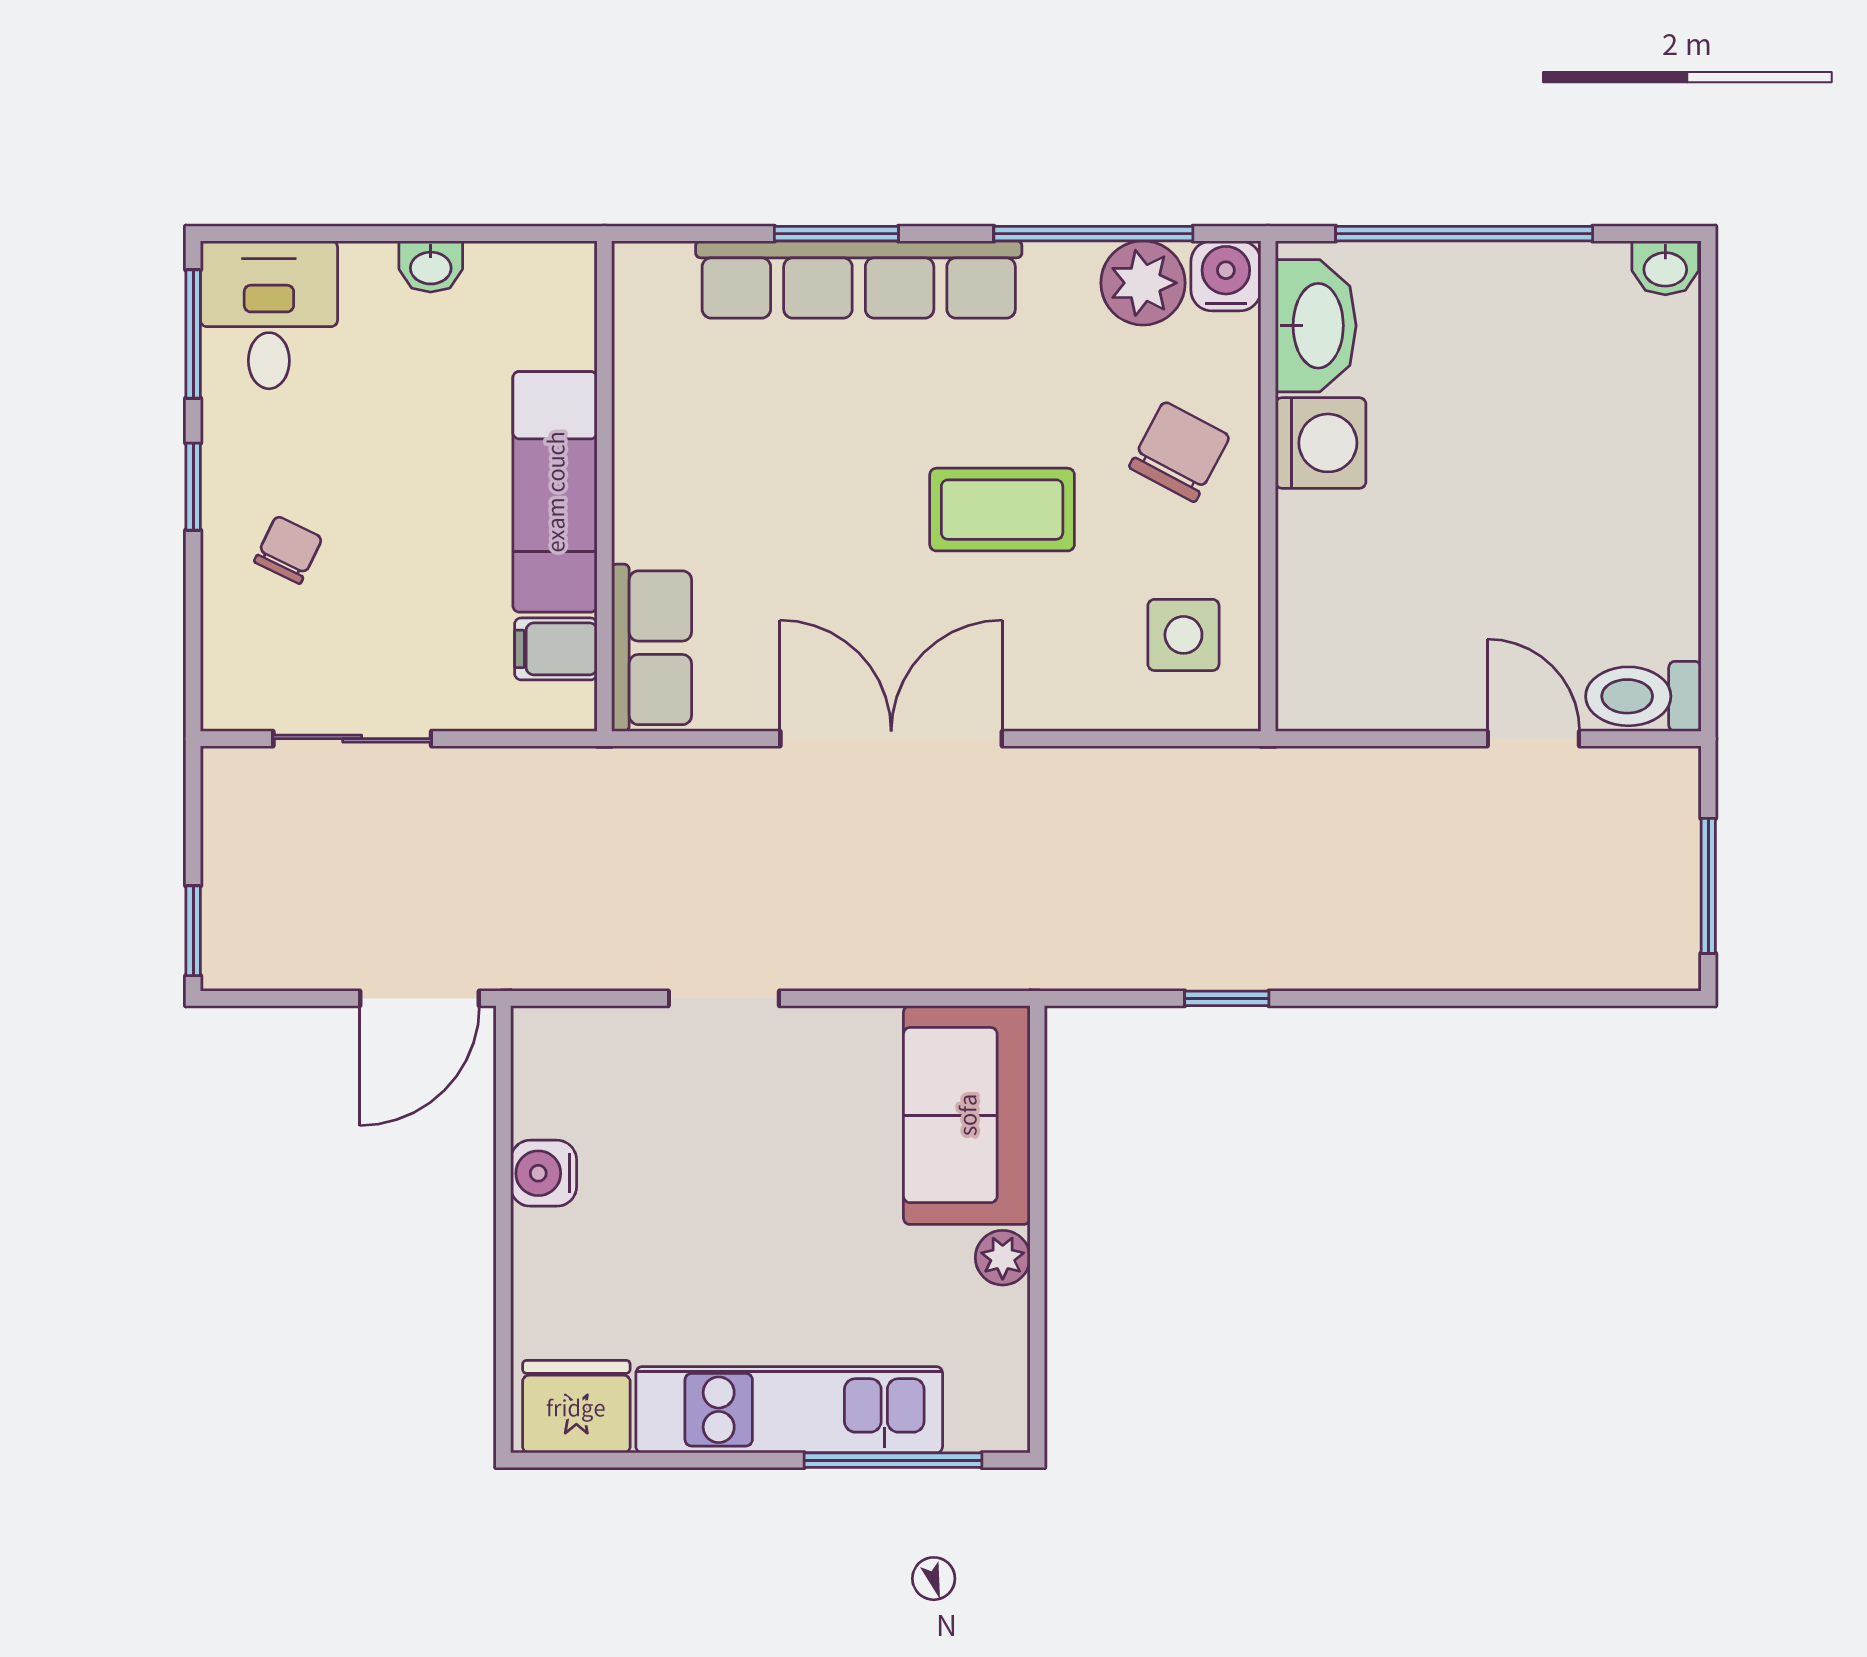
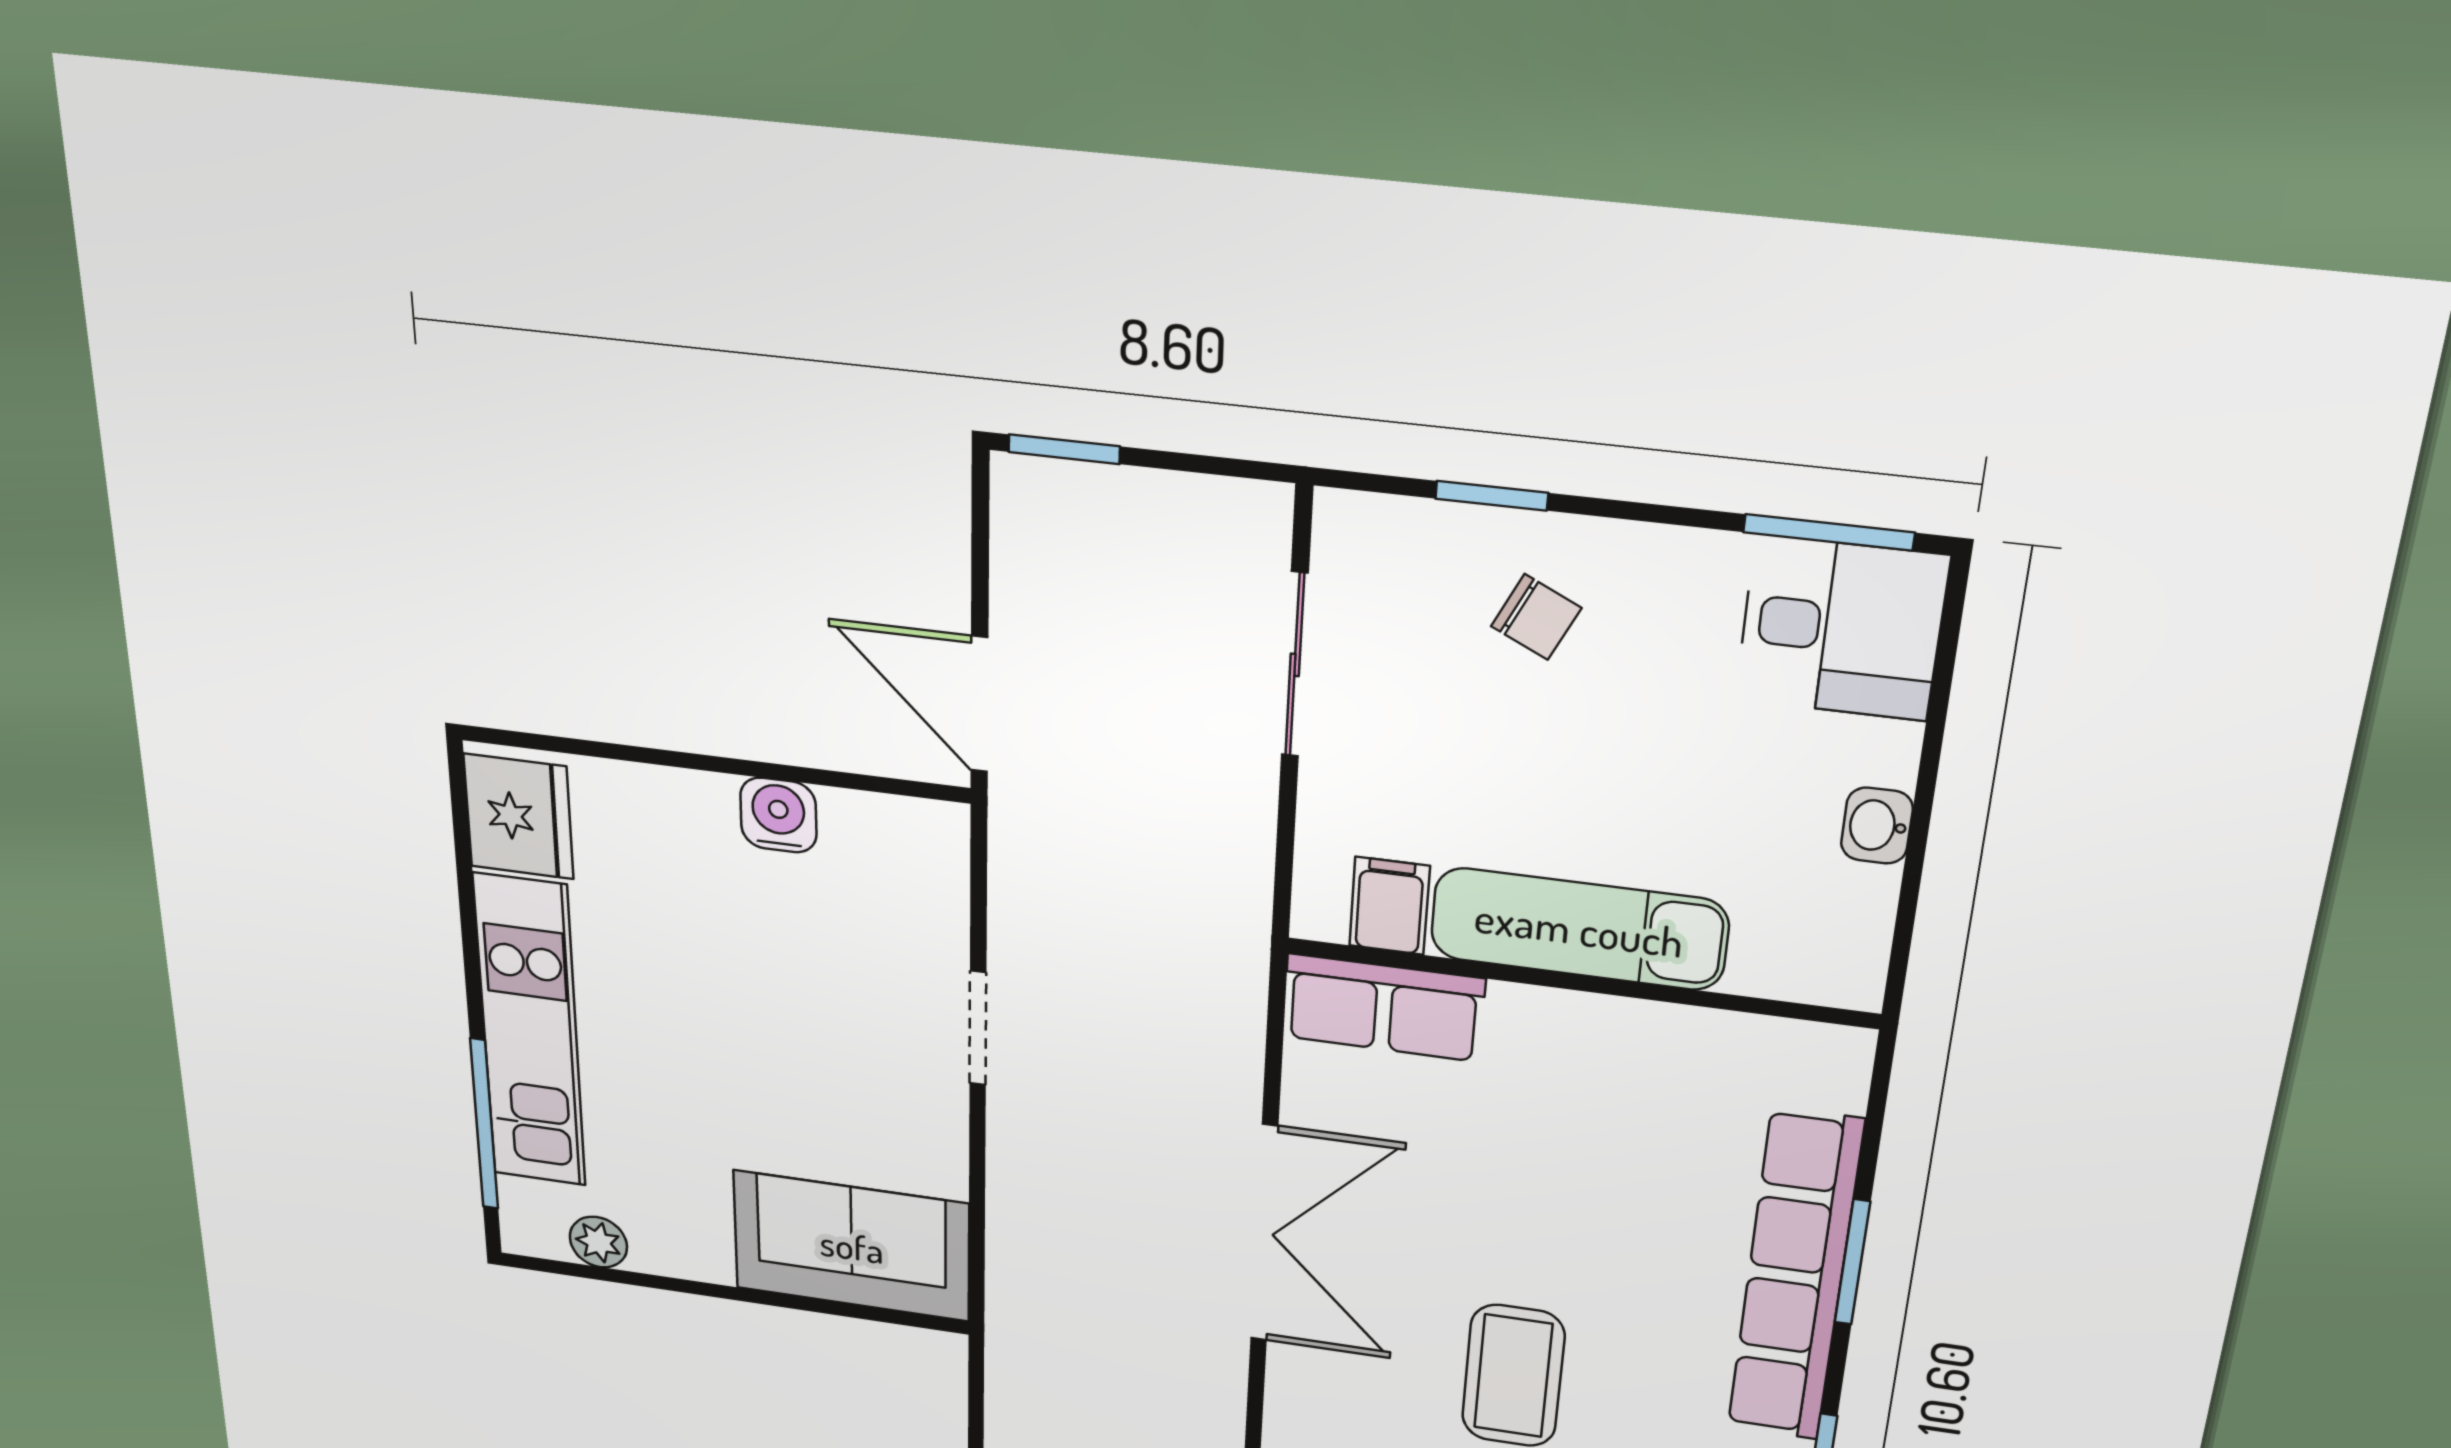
window: (193, 487) -> (1492, 496), moved
plant: (1003, 1258) -> (598, 1242), moved

